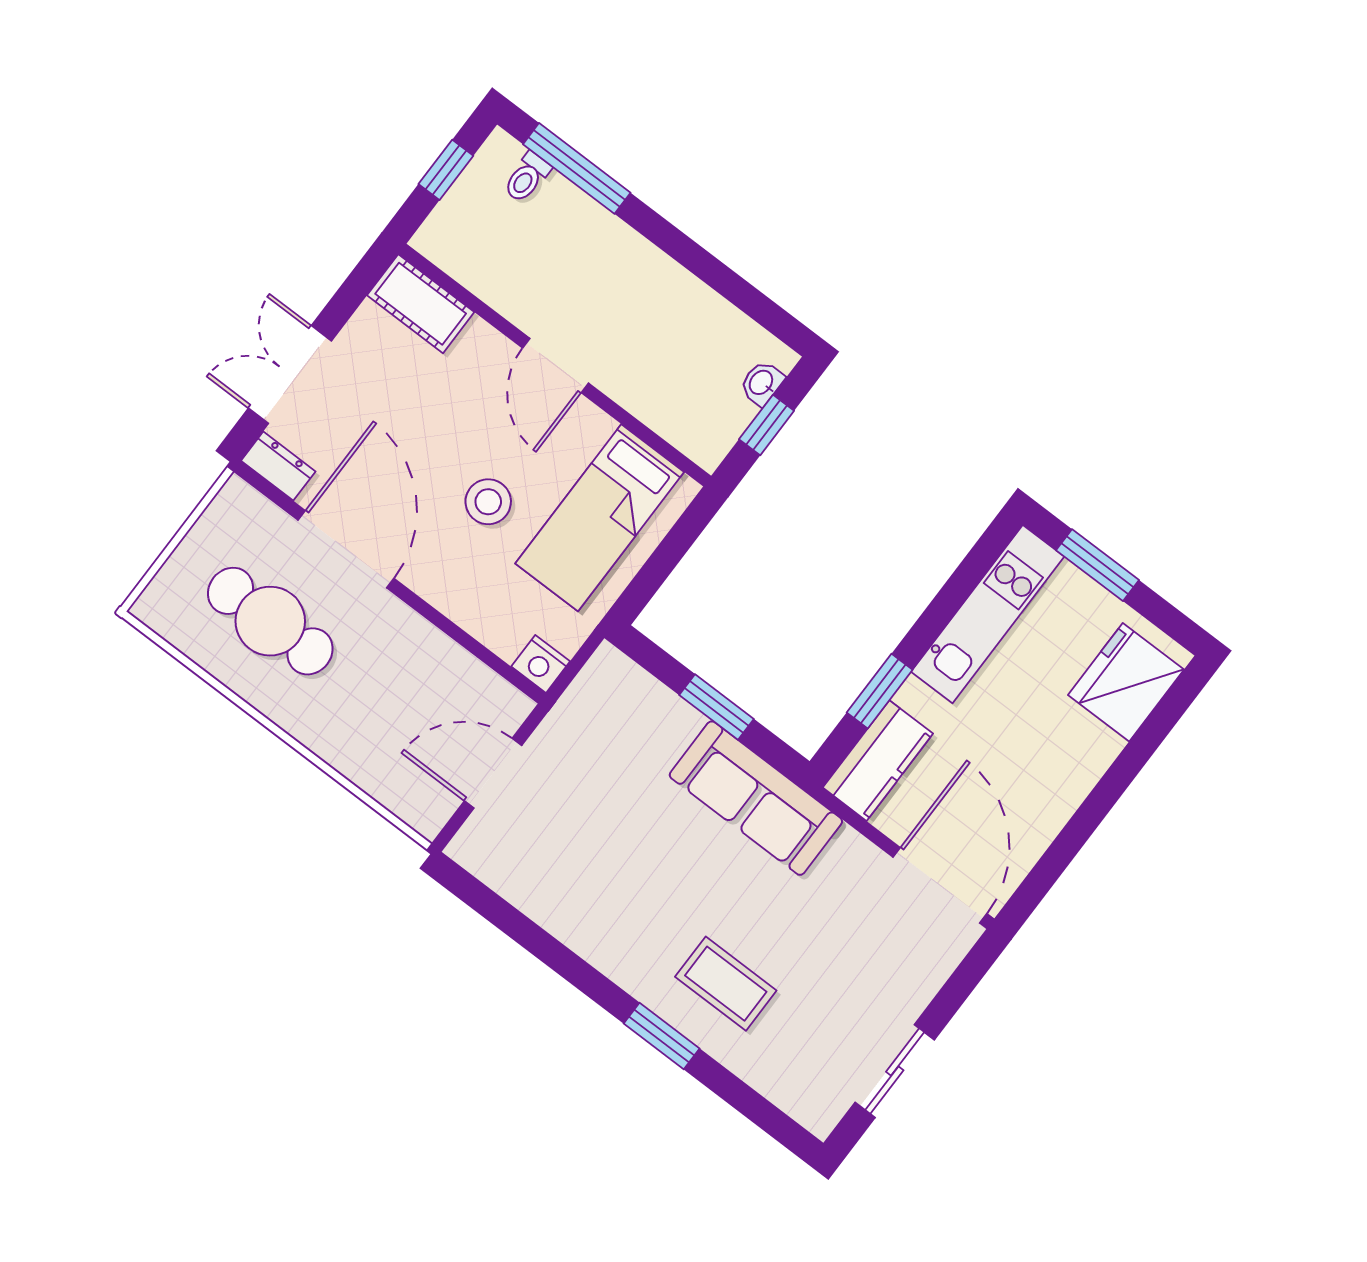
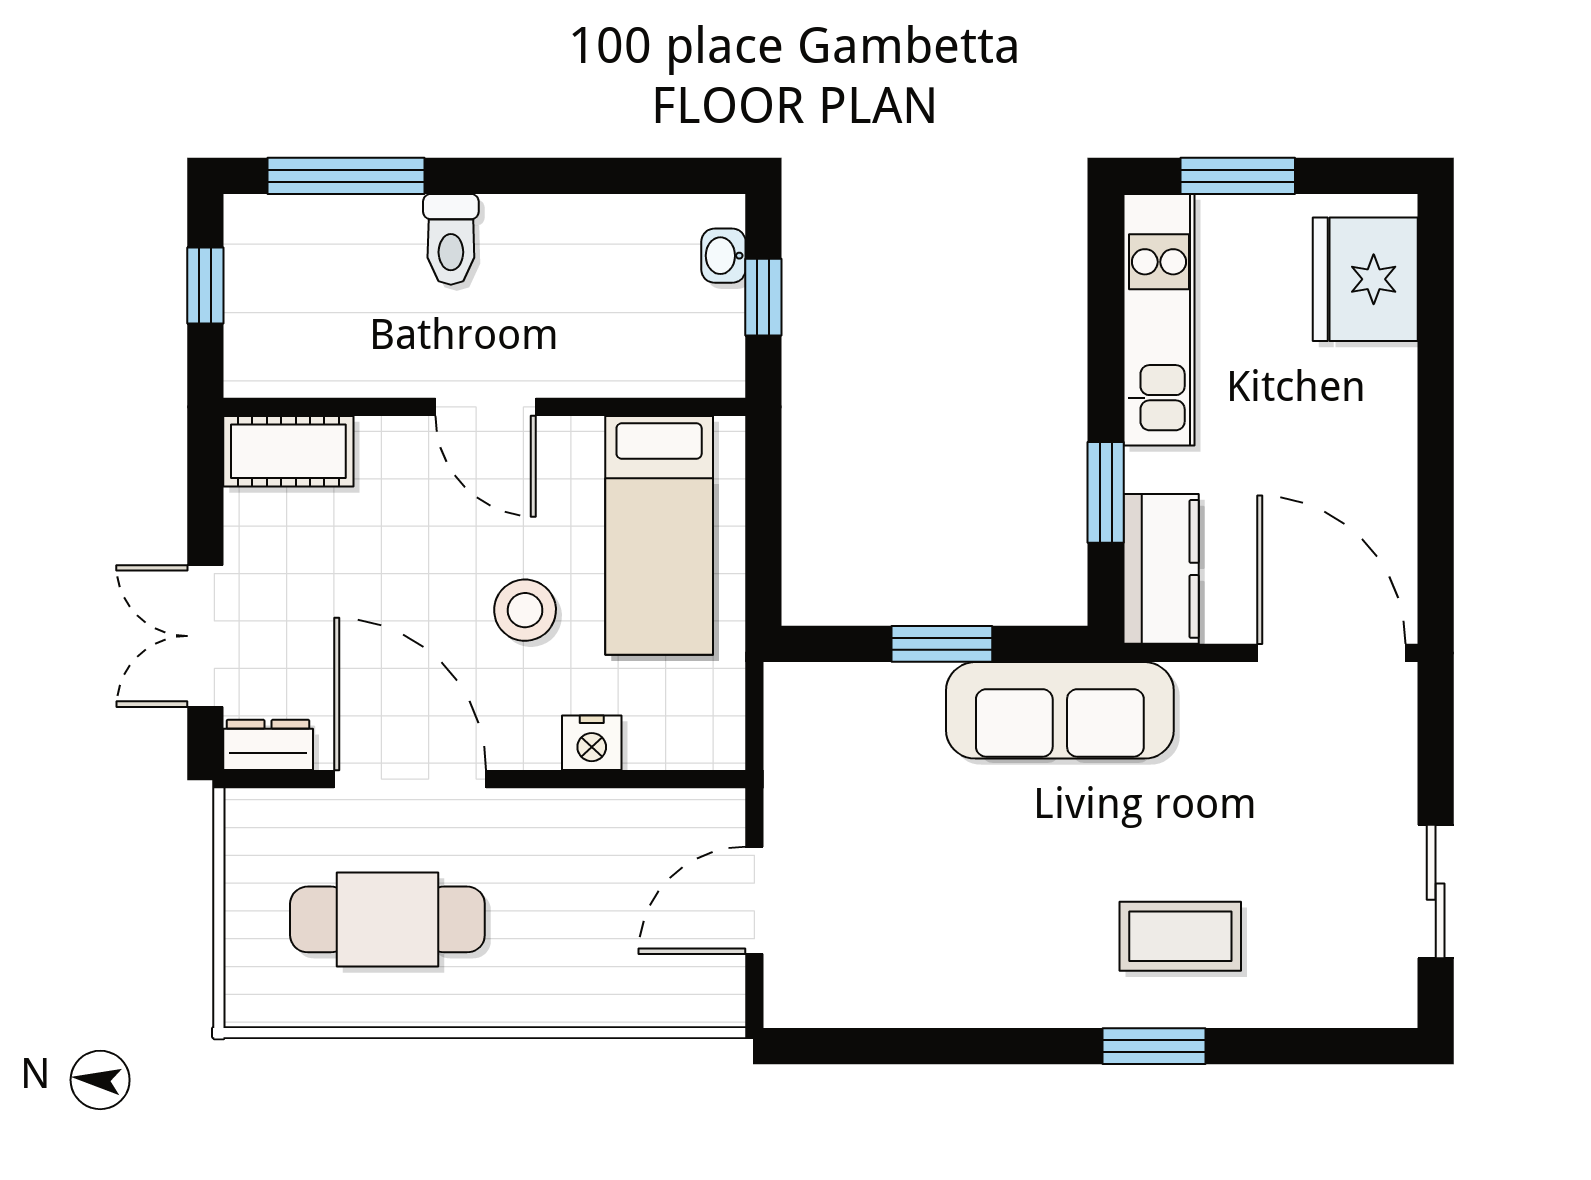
toilet: (527, 177) -> (451, 239), moved, width x1.37, depth x1.39
nightstand: (541, 664) -> (592, 743), moved

